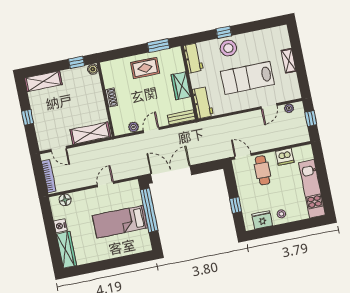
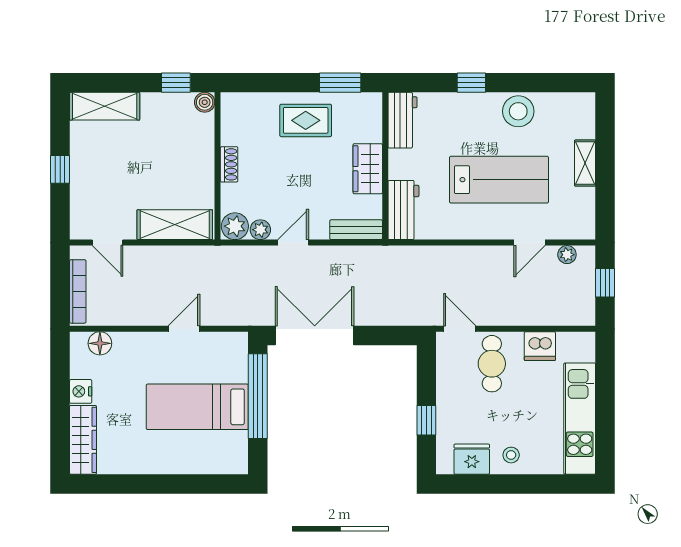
stool: (228, 48) -> (518, 111), moved
lab bench: (247, 78) -> (499, 180), turned 180
plant: (120, 128) -> (235, 226), added

